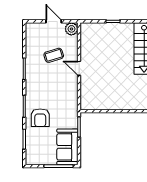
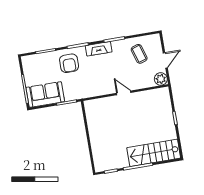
coffee table: (54, 55) -> (139, 54), moved
door: (79, 68) -> (124, 93), hinge flipped
fireplace: (31, 86) -> (99, 49), added
armchair: (40, 118) -> (69, 63), turned -90

